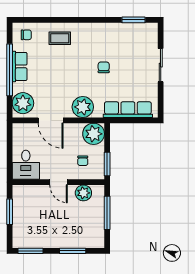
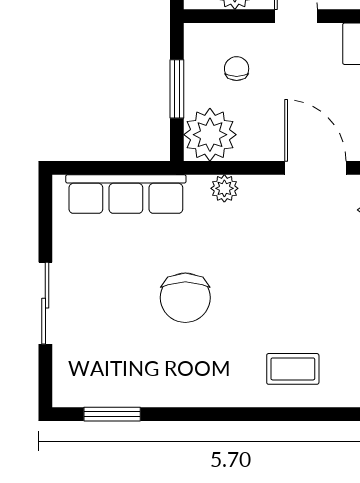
chair: (104, 67) -> (185, 298), width x1.87, depth x1.87
plant: (83, 107) -> (224, 188), width x0.53, depth x0.53
window: (107, 164) -> (177, 89), moved

